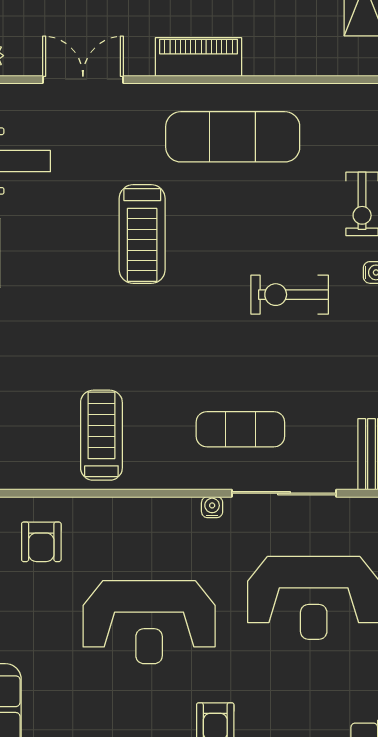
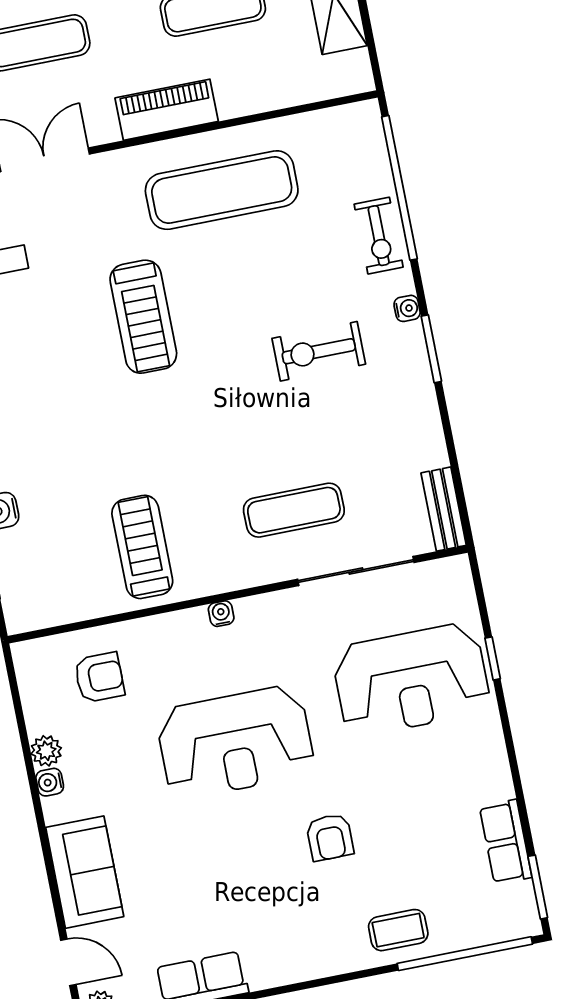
water cooler: (212, 507) -> (221, 614), moved
armchair: (41, 542) -> (99, 677), turned -90

